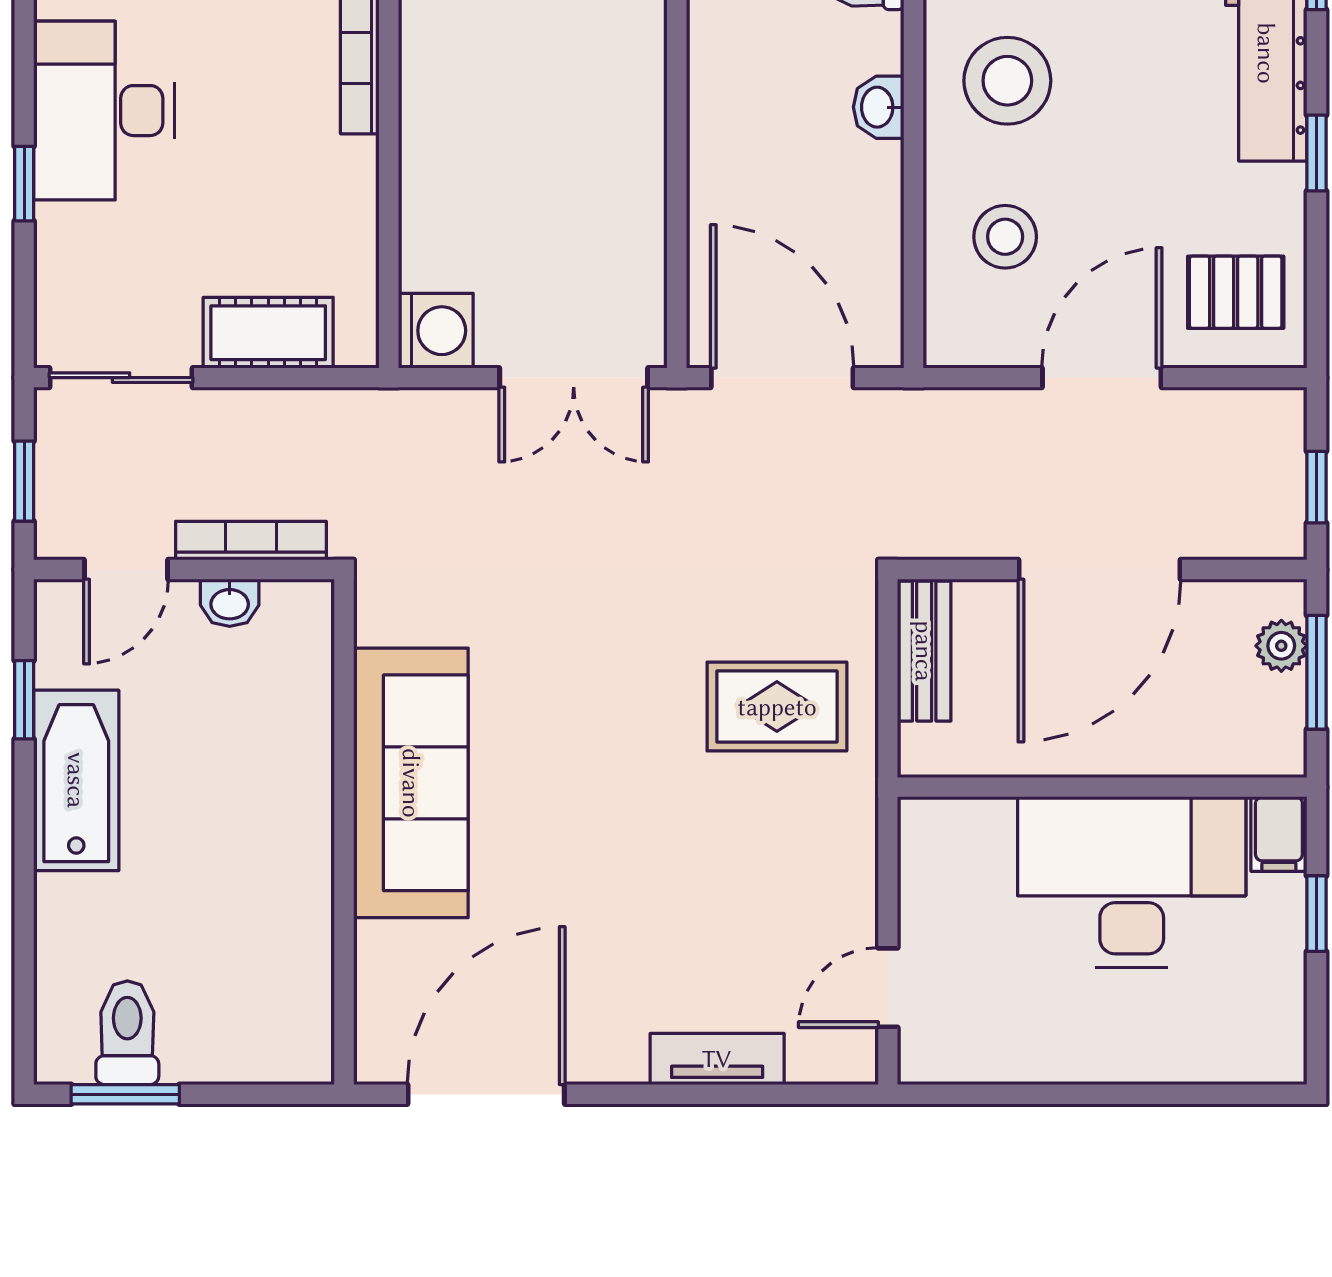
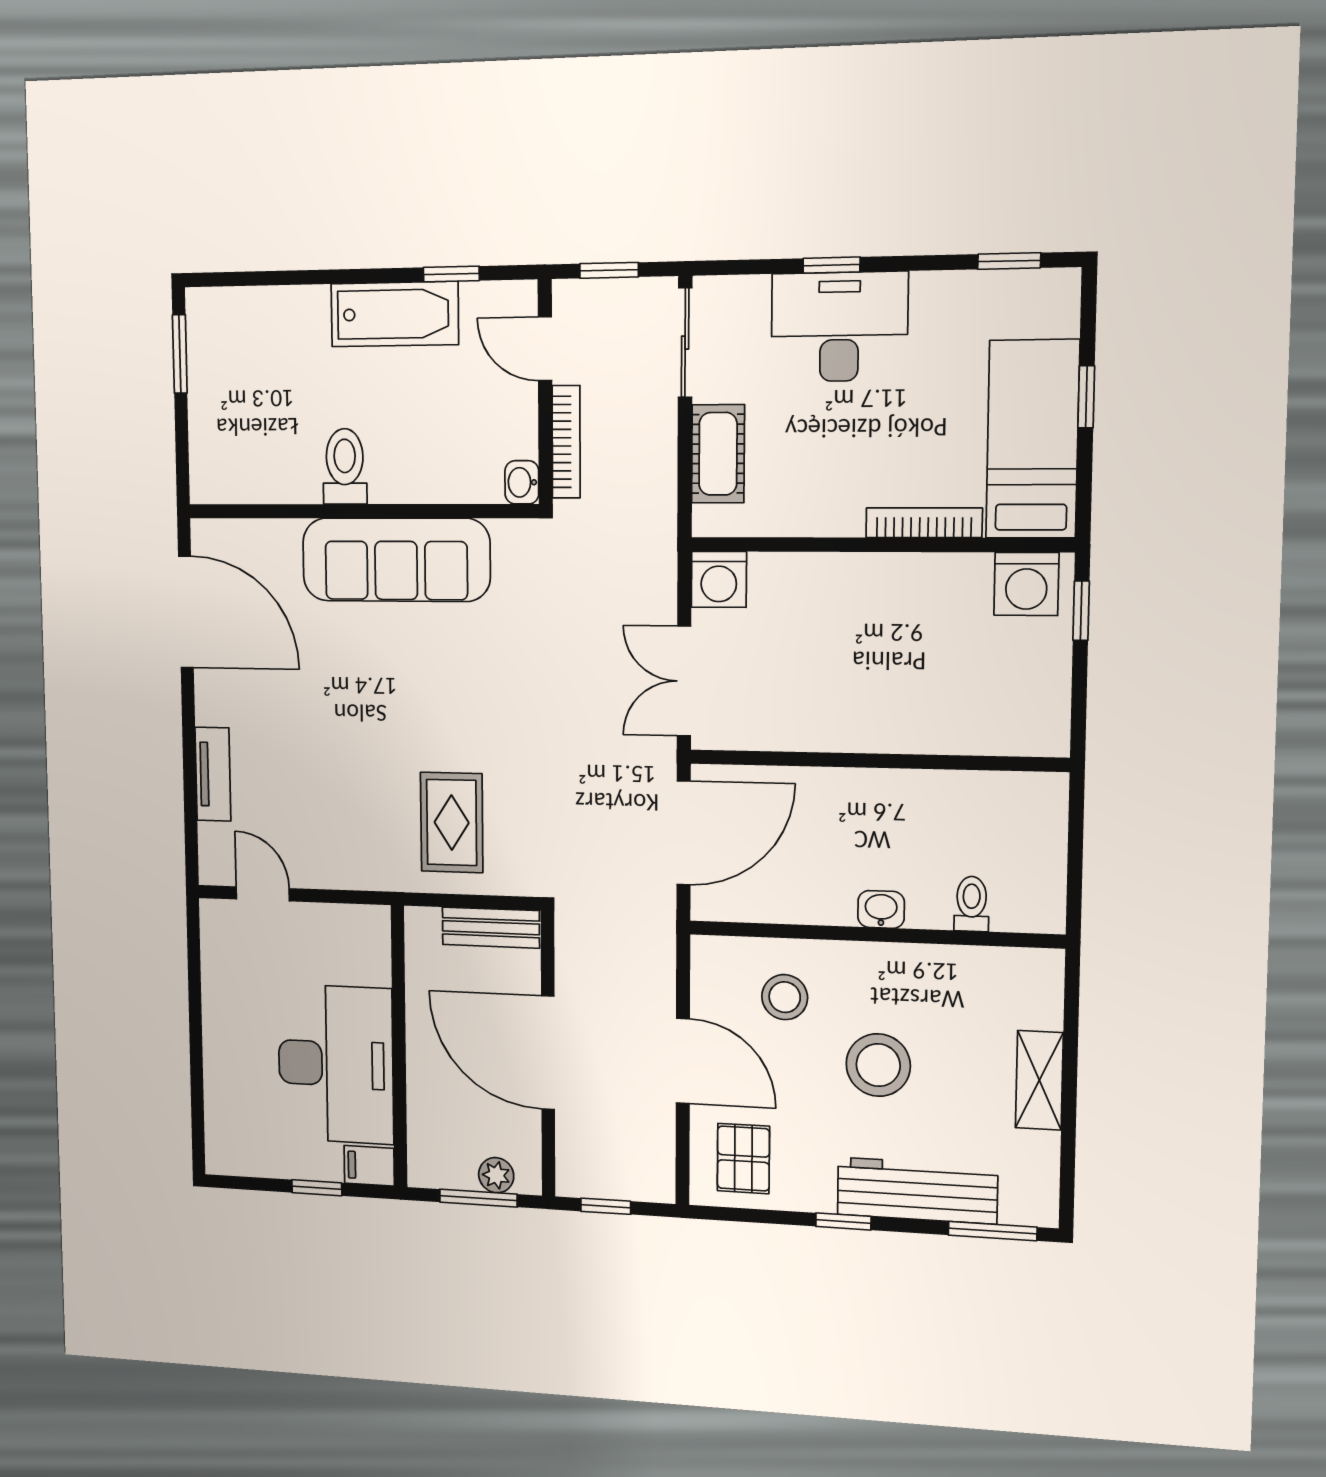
stool: (1007, 81) -> (878, 1065), moved
desk: (104, 111) -> (839, 327), moved
washbasin: (230, 603) -> (522, 482), moved
toilet: (127, 1033) -> (345, 466), moved, turned -90

